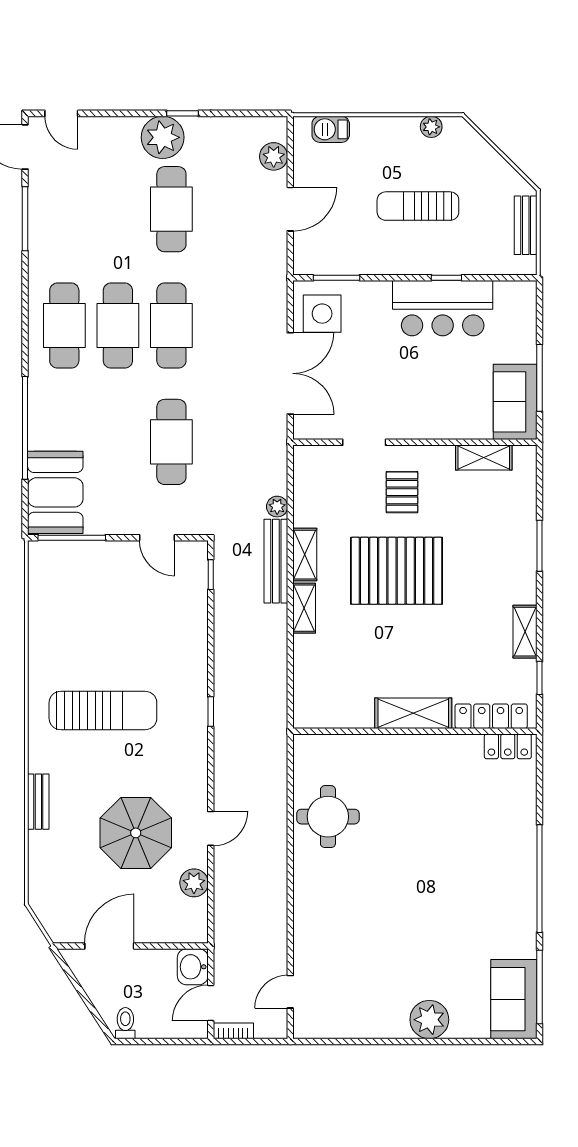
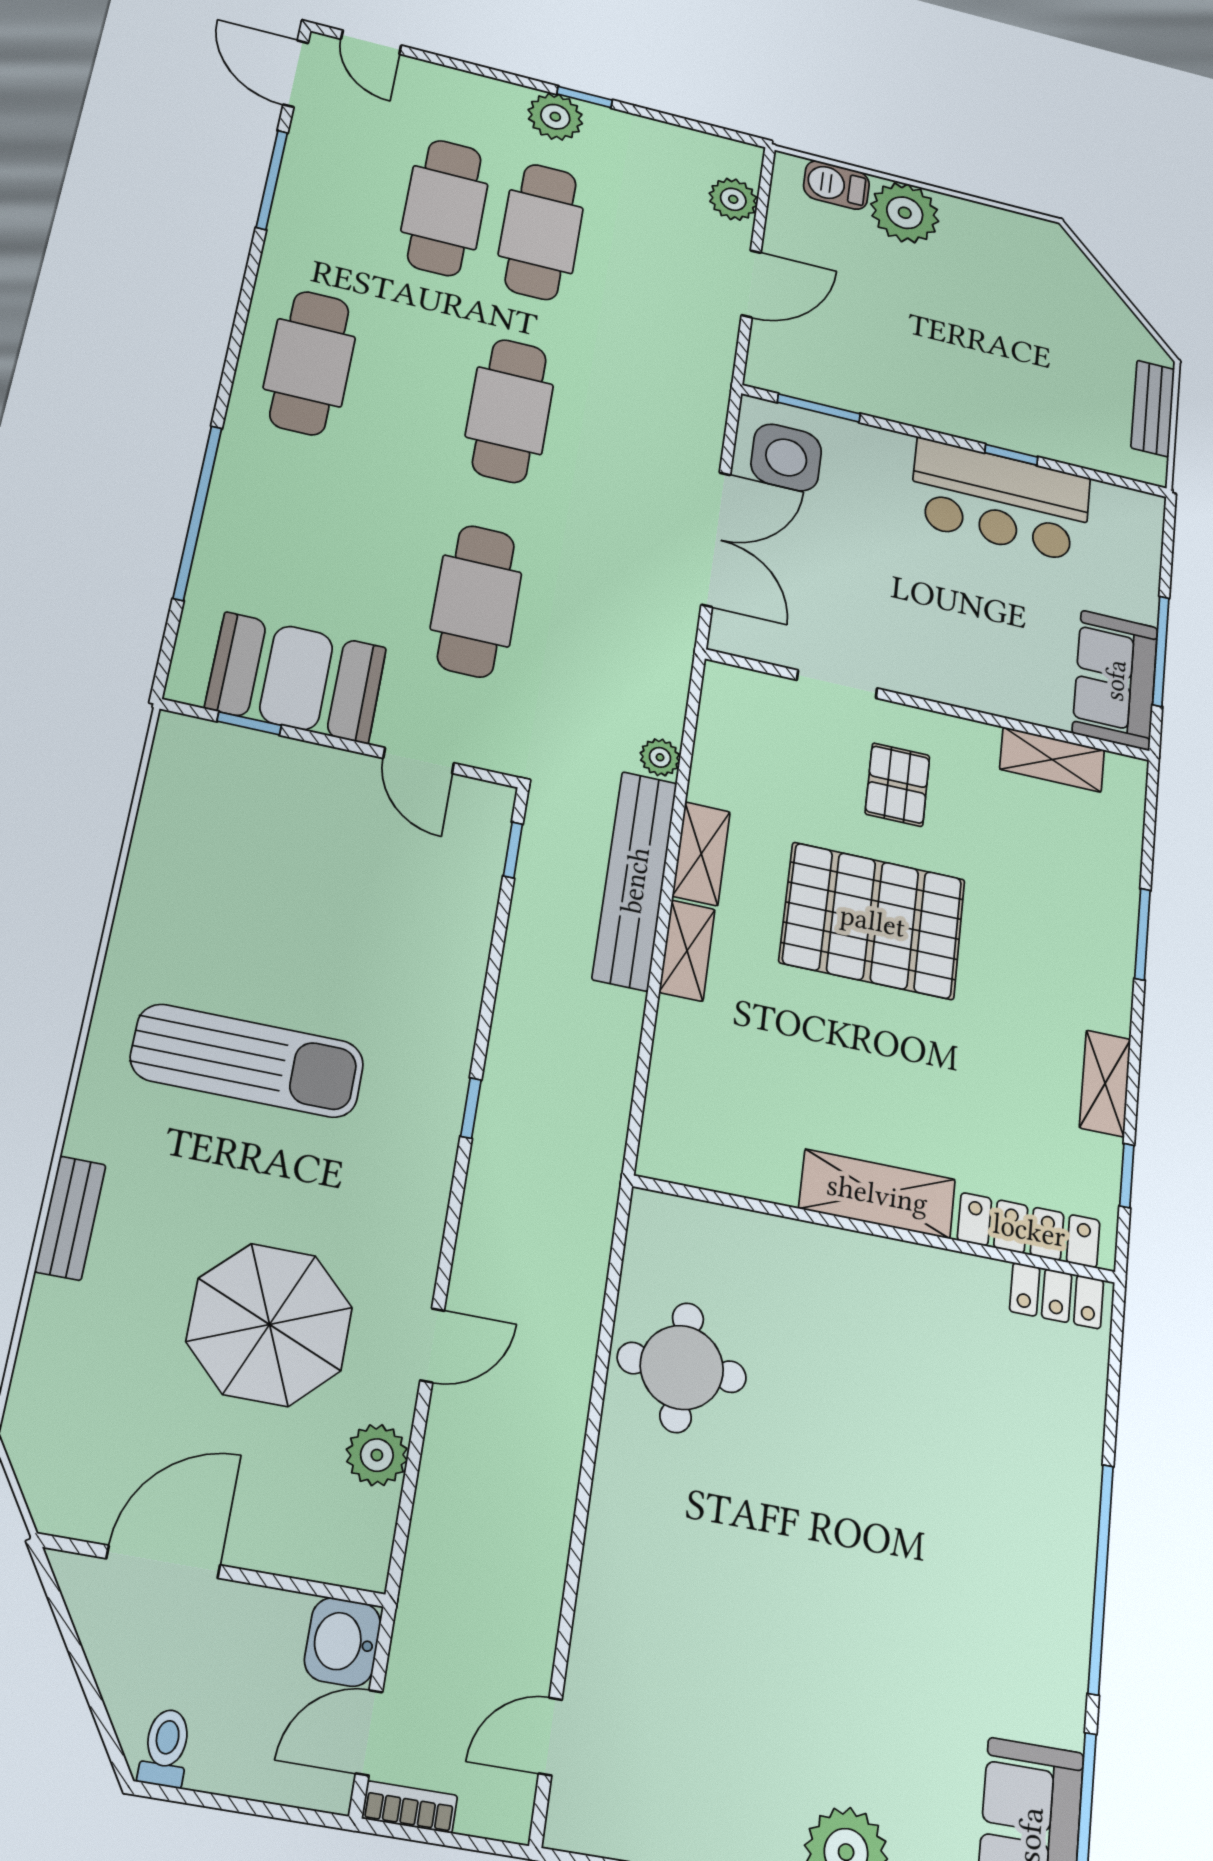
plant: (431, 127) -> (905, 213), moved, width x1.88, depth x1.88
plant: (163, 137) -> (555, 117), width x0.73, depth x0.73
sun lounger: (418, 206) -> (973, 334), removed
cafe table: (118, 326) -> (444, 208), moved
booth: (55, 492) -> (296, 678), moved, turned 90
window: (72, 538) -> (249, 723), width x0.46
bench: (276, 561) -> (635, 880), width x1.37, depth x1.21

